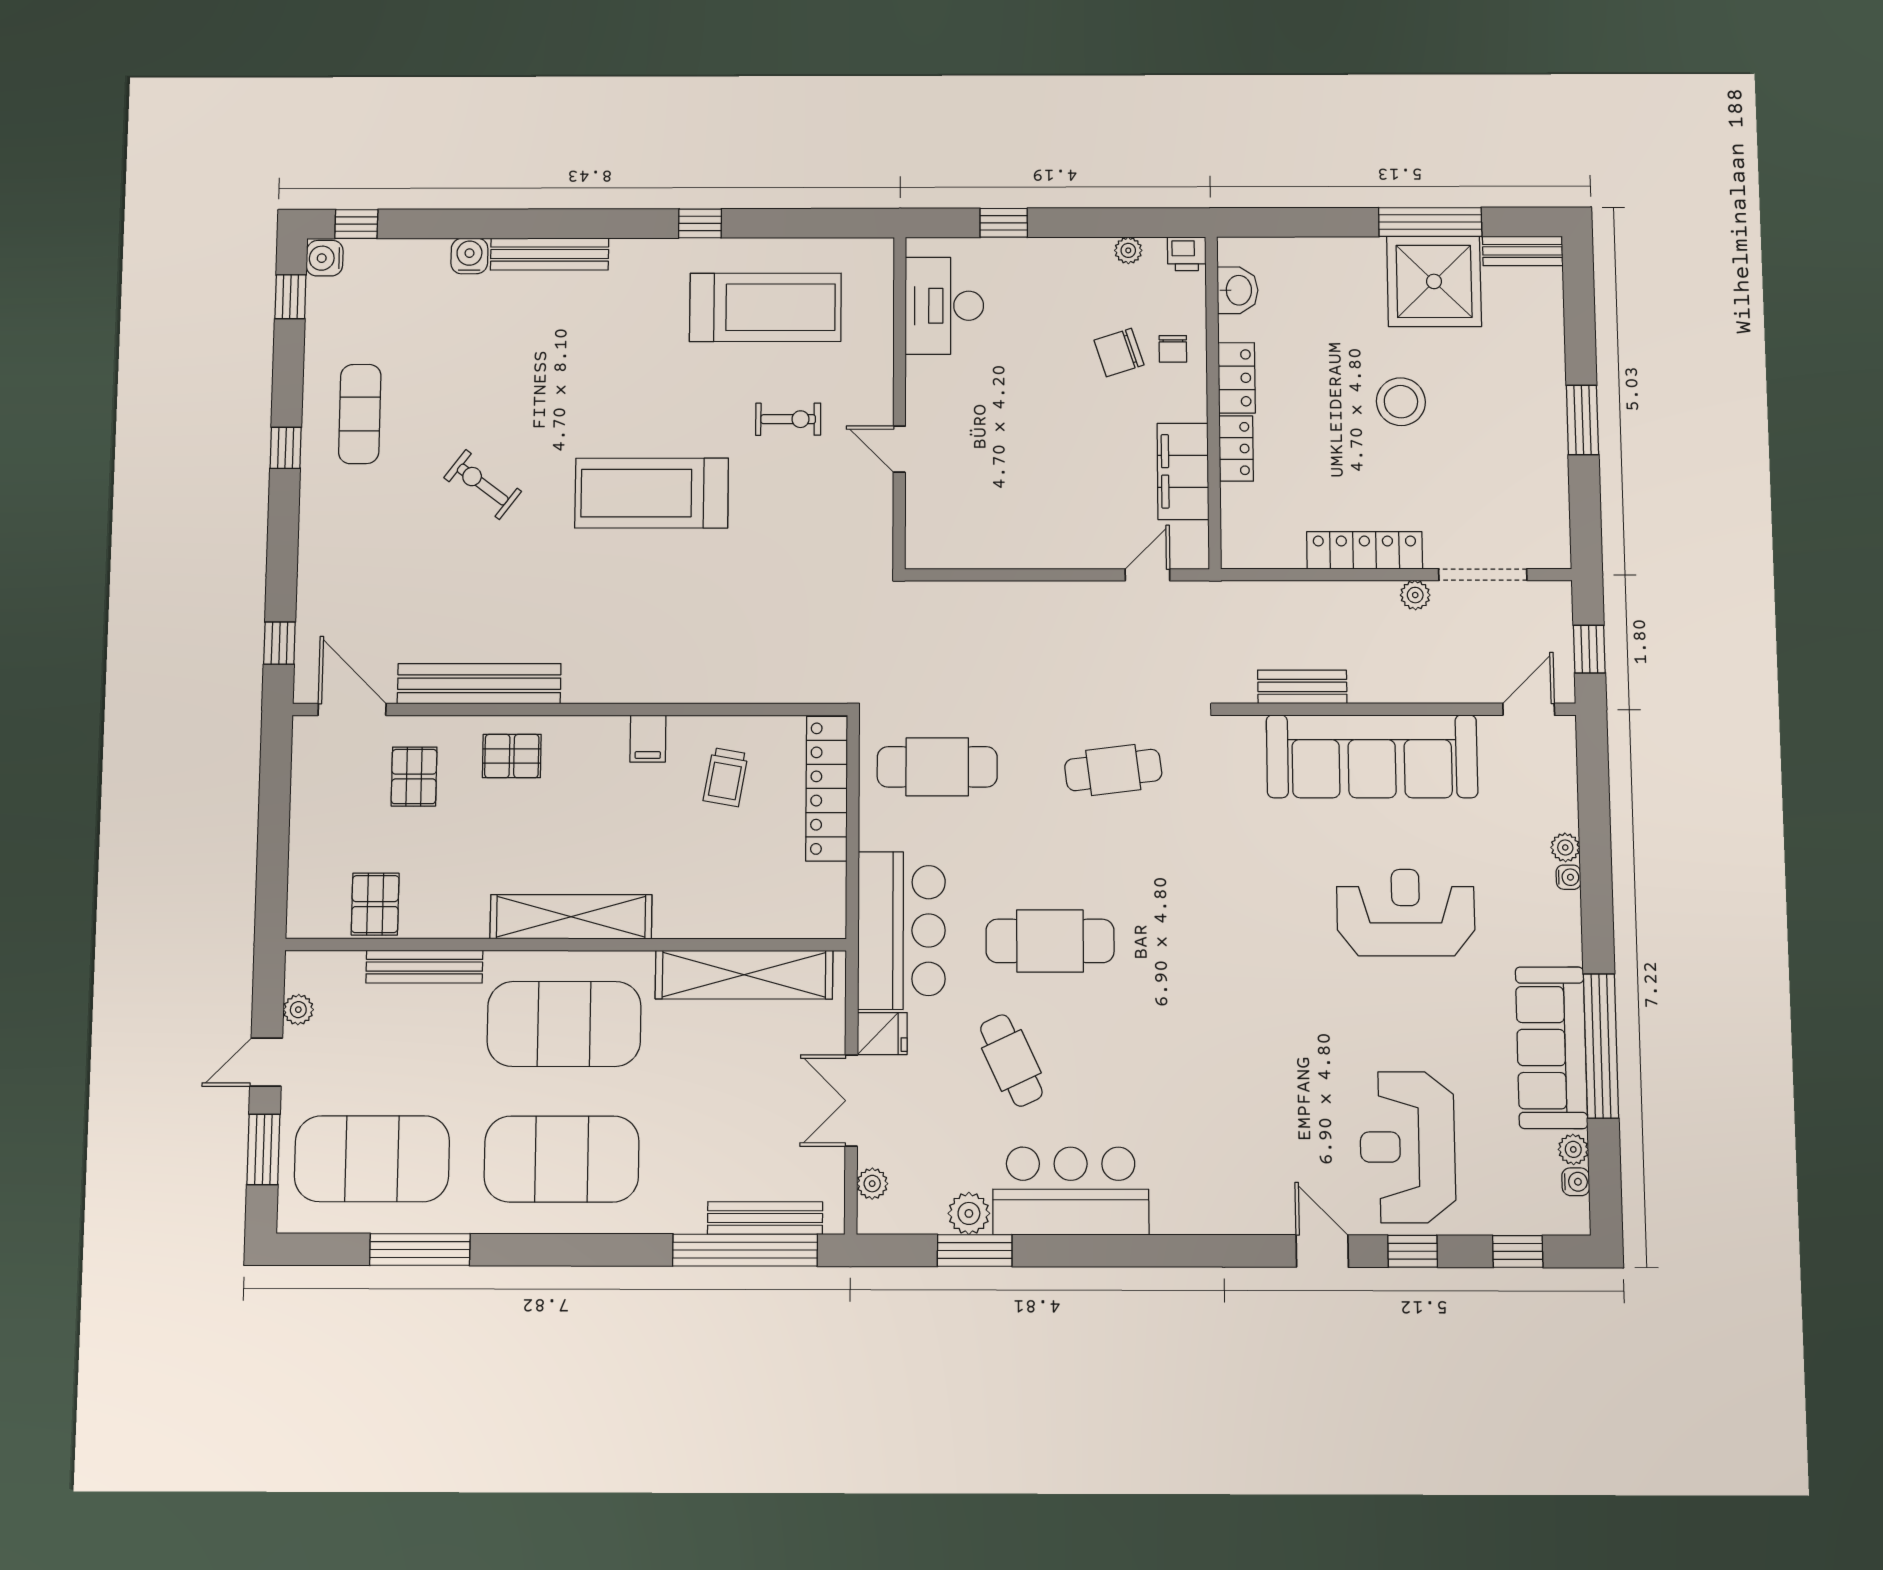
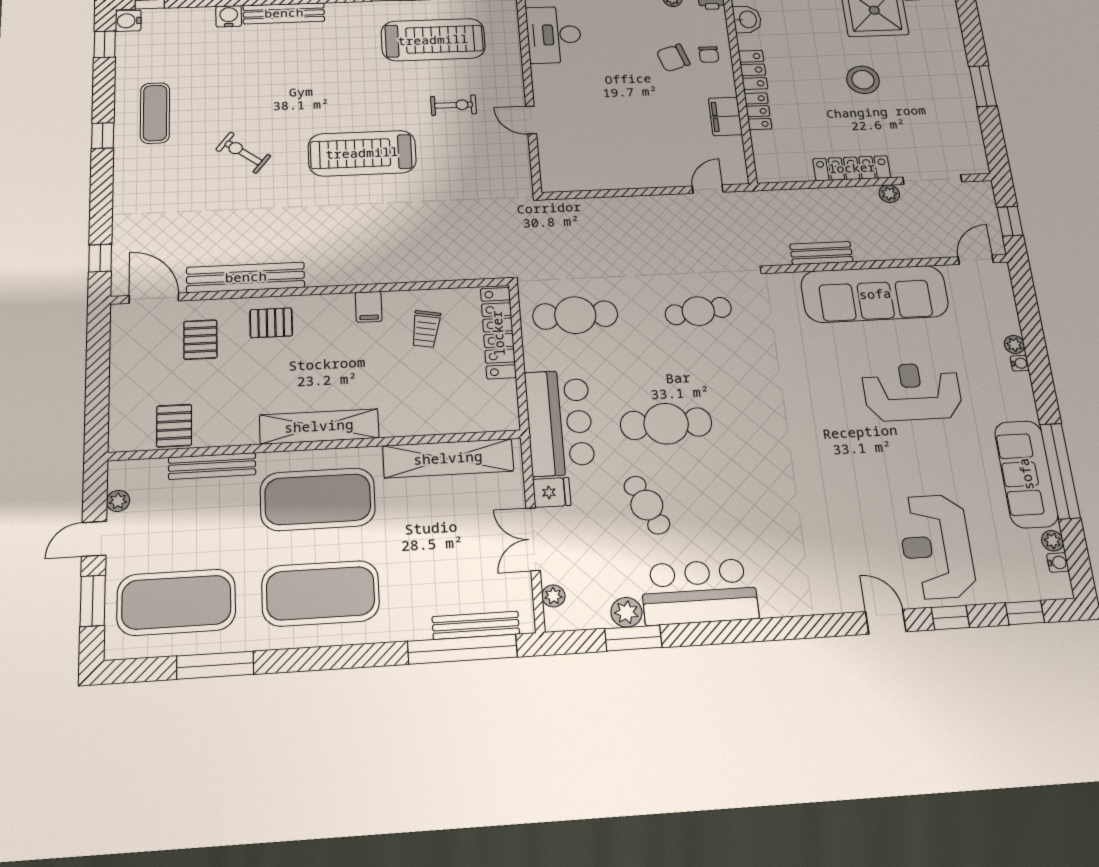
filing cabinet: (1183, 471) -> (725, 116), width x0.67, depth x0.86

